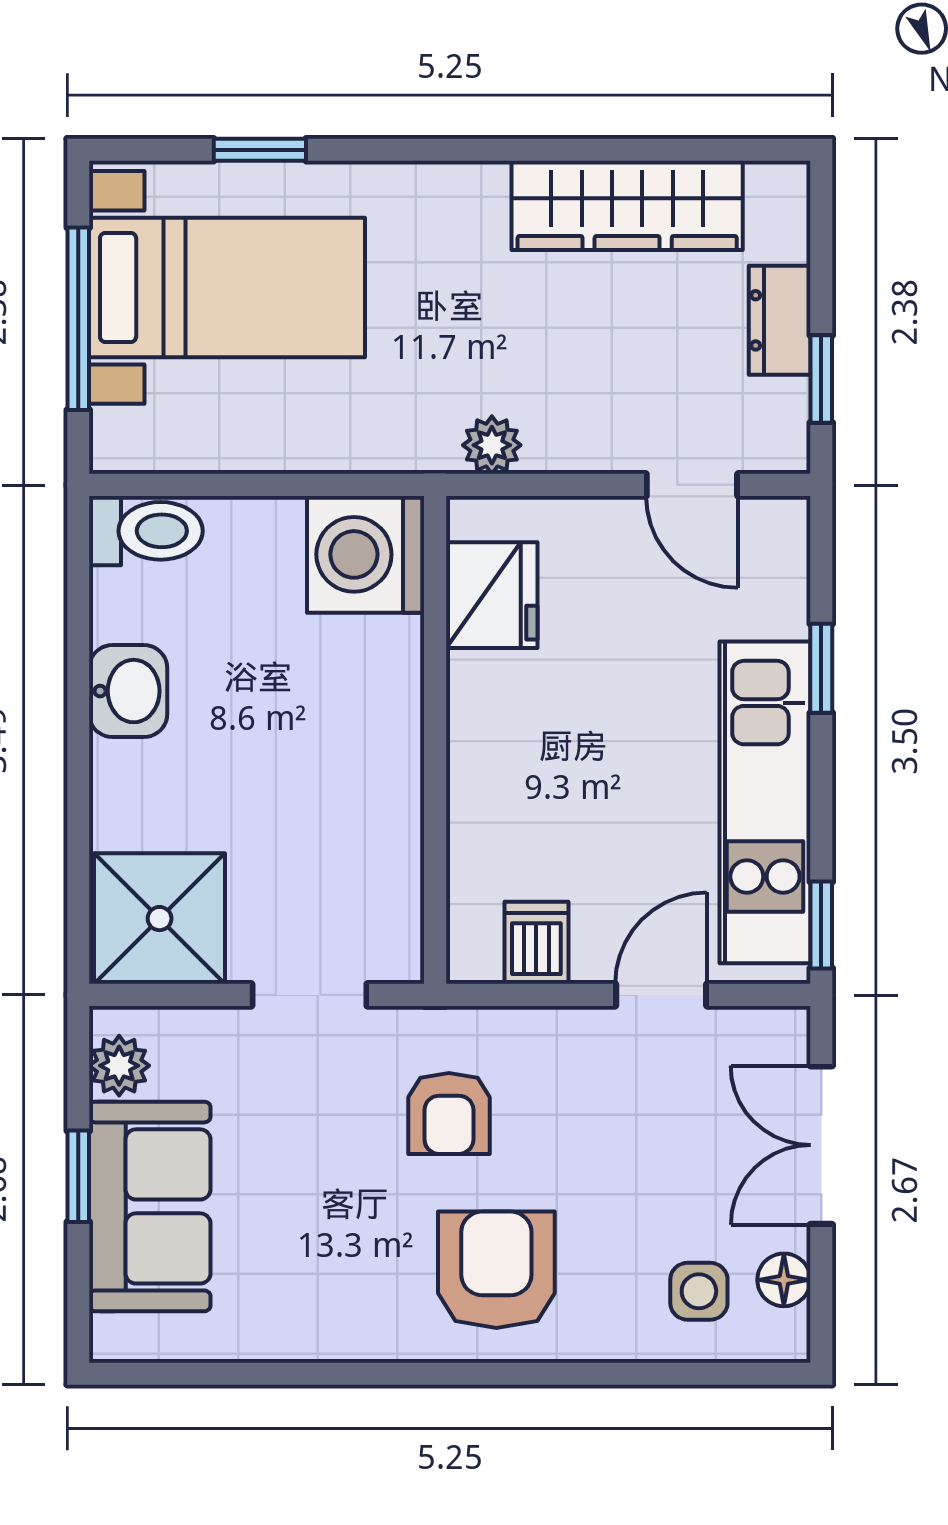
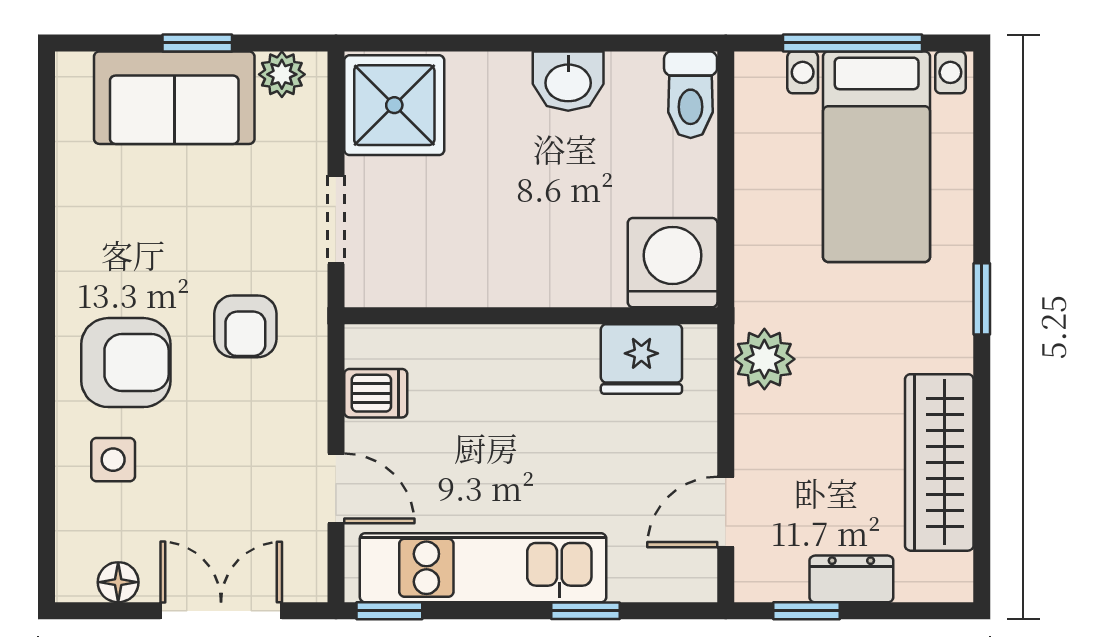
window: (260, 150) -> (982, 299), moved
plant: (492, 445) -> (764, 359), width x1.38, depth x1.38
armchair: (449, 1113) -> (245, 326), turned -90
side table: (699, 1291) -> (113, 460), moved

